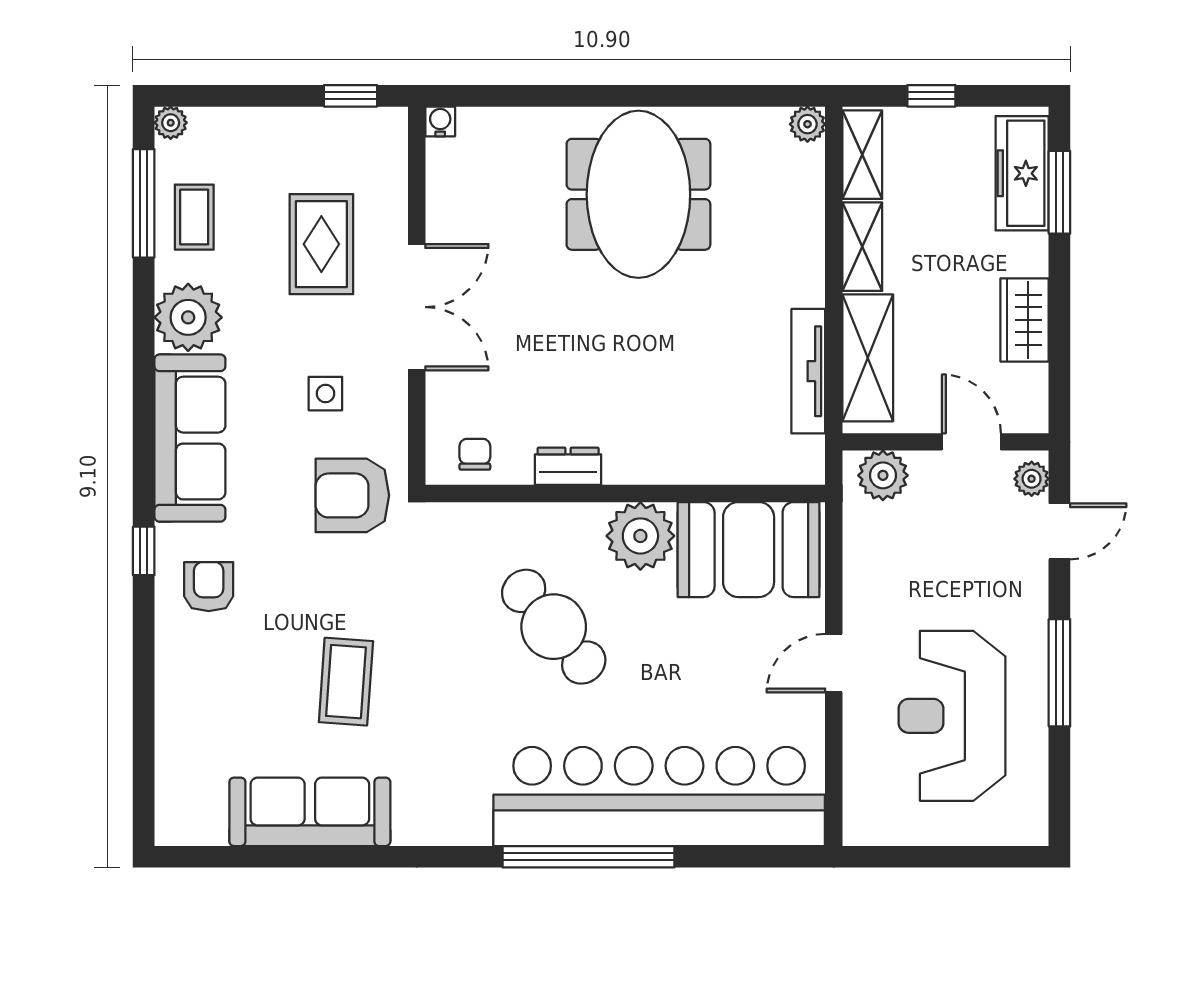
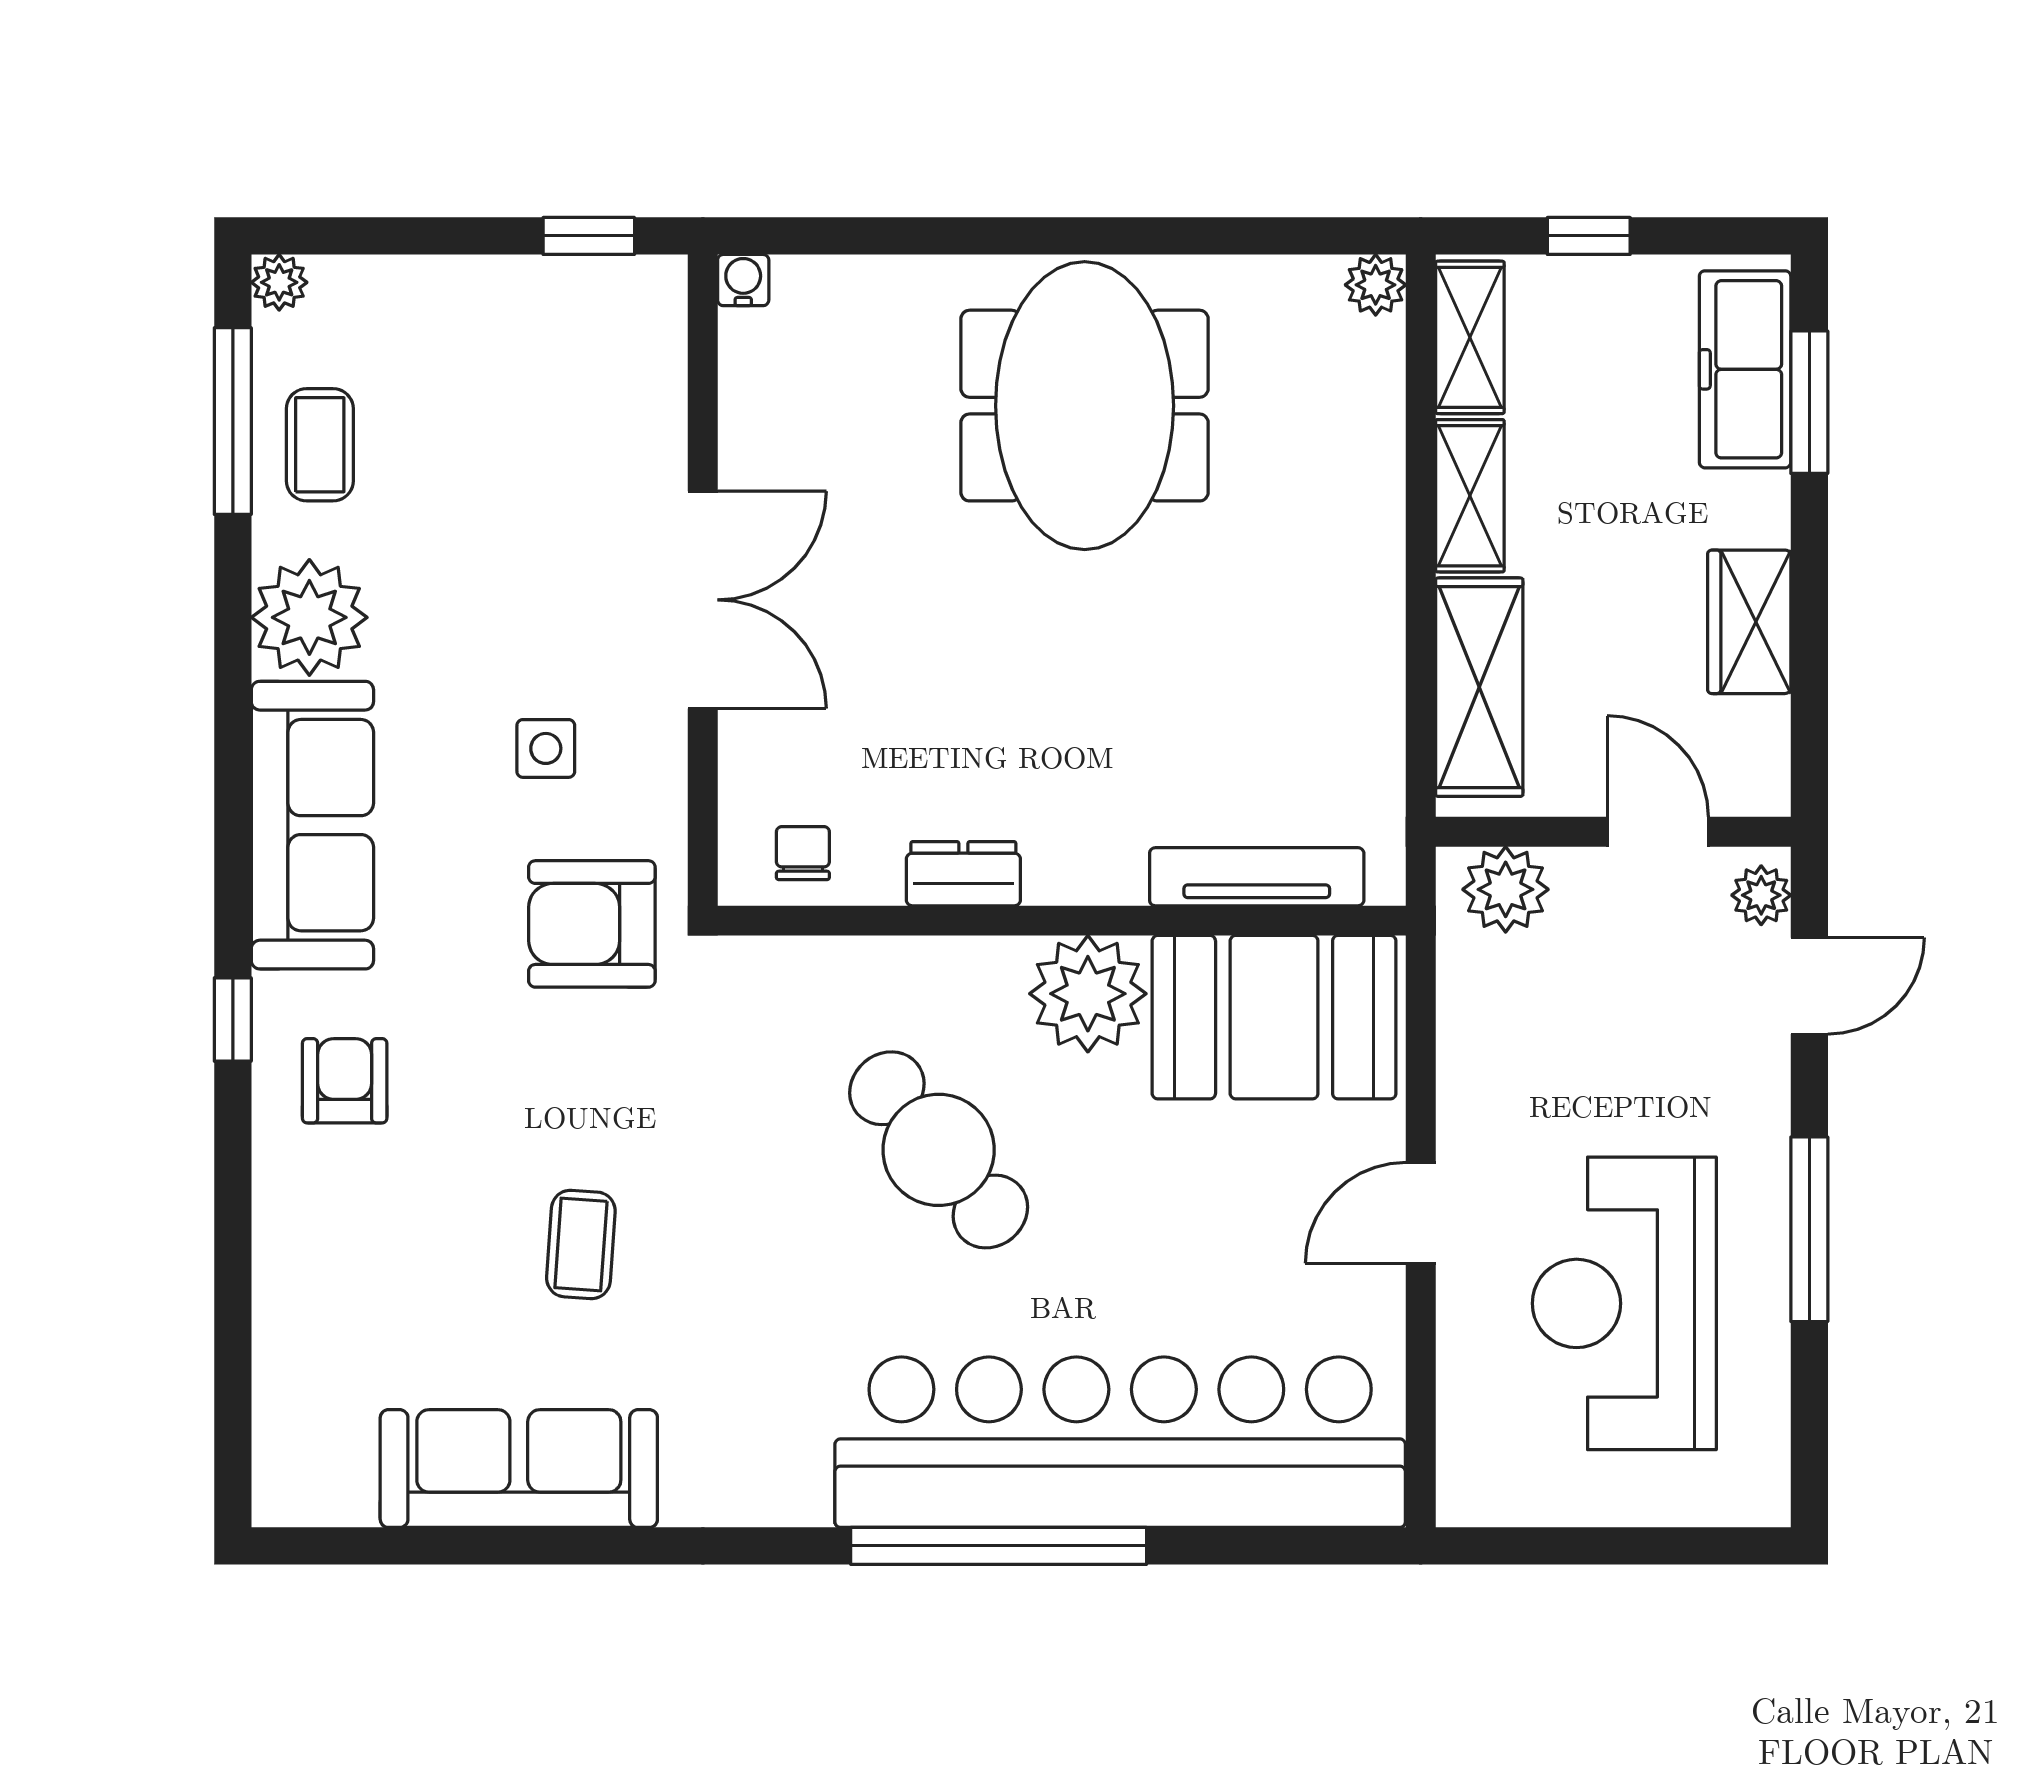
rug: (321, 244) -> (539, 491), removed
tv unit: (808, 371) -> (1257, 877), moved, turned 90
coffee table: (346, 682) -> (581, 1244), width x0.73, depth x0.77

